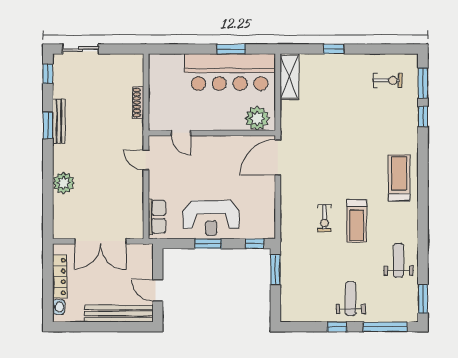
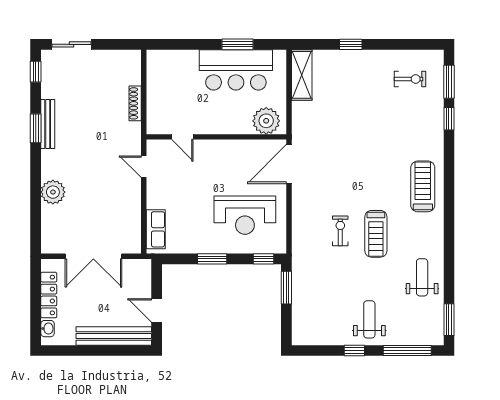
bar counter: (230, 72) -> (236, 70), width x0.73
reception desk: (211, 218) -> (245, 215), moved
exercise bike: (324, 218) -> (340, 231), turned 180

